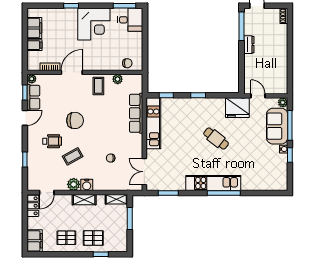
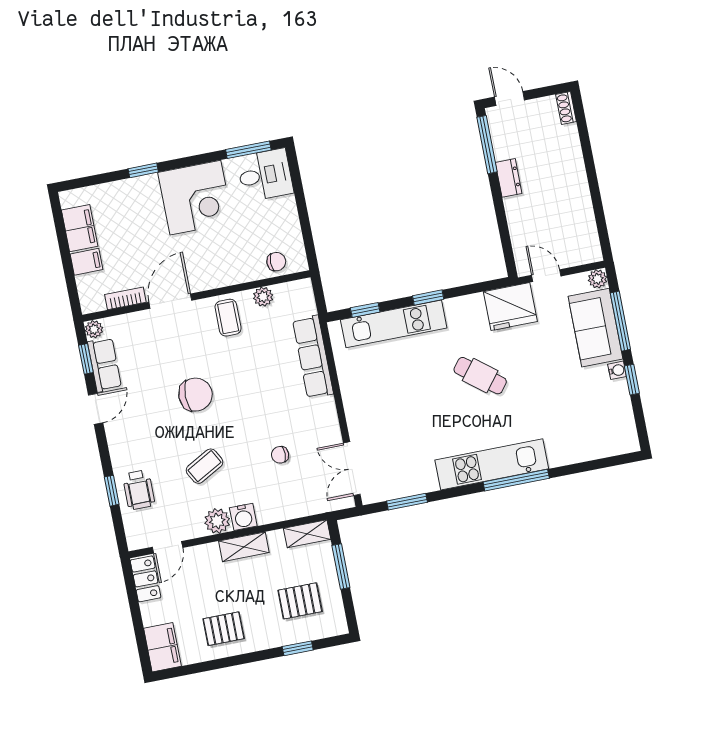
kitchen unit: (153, 123) -> (394, 324), moved, turned 90
wheelchair: (52, 141) -> (139, 490), moved, turned 90
pallet: (93, 238) -> (300, 601), moved

